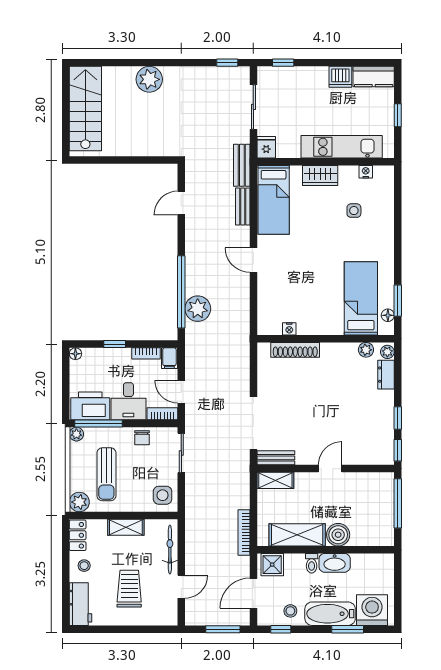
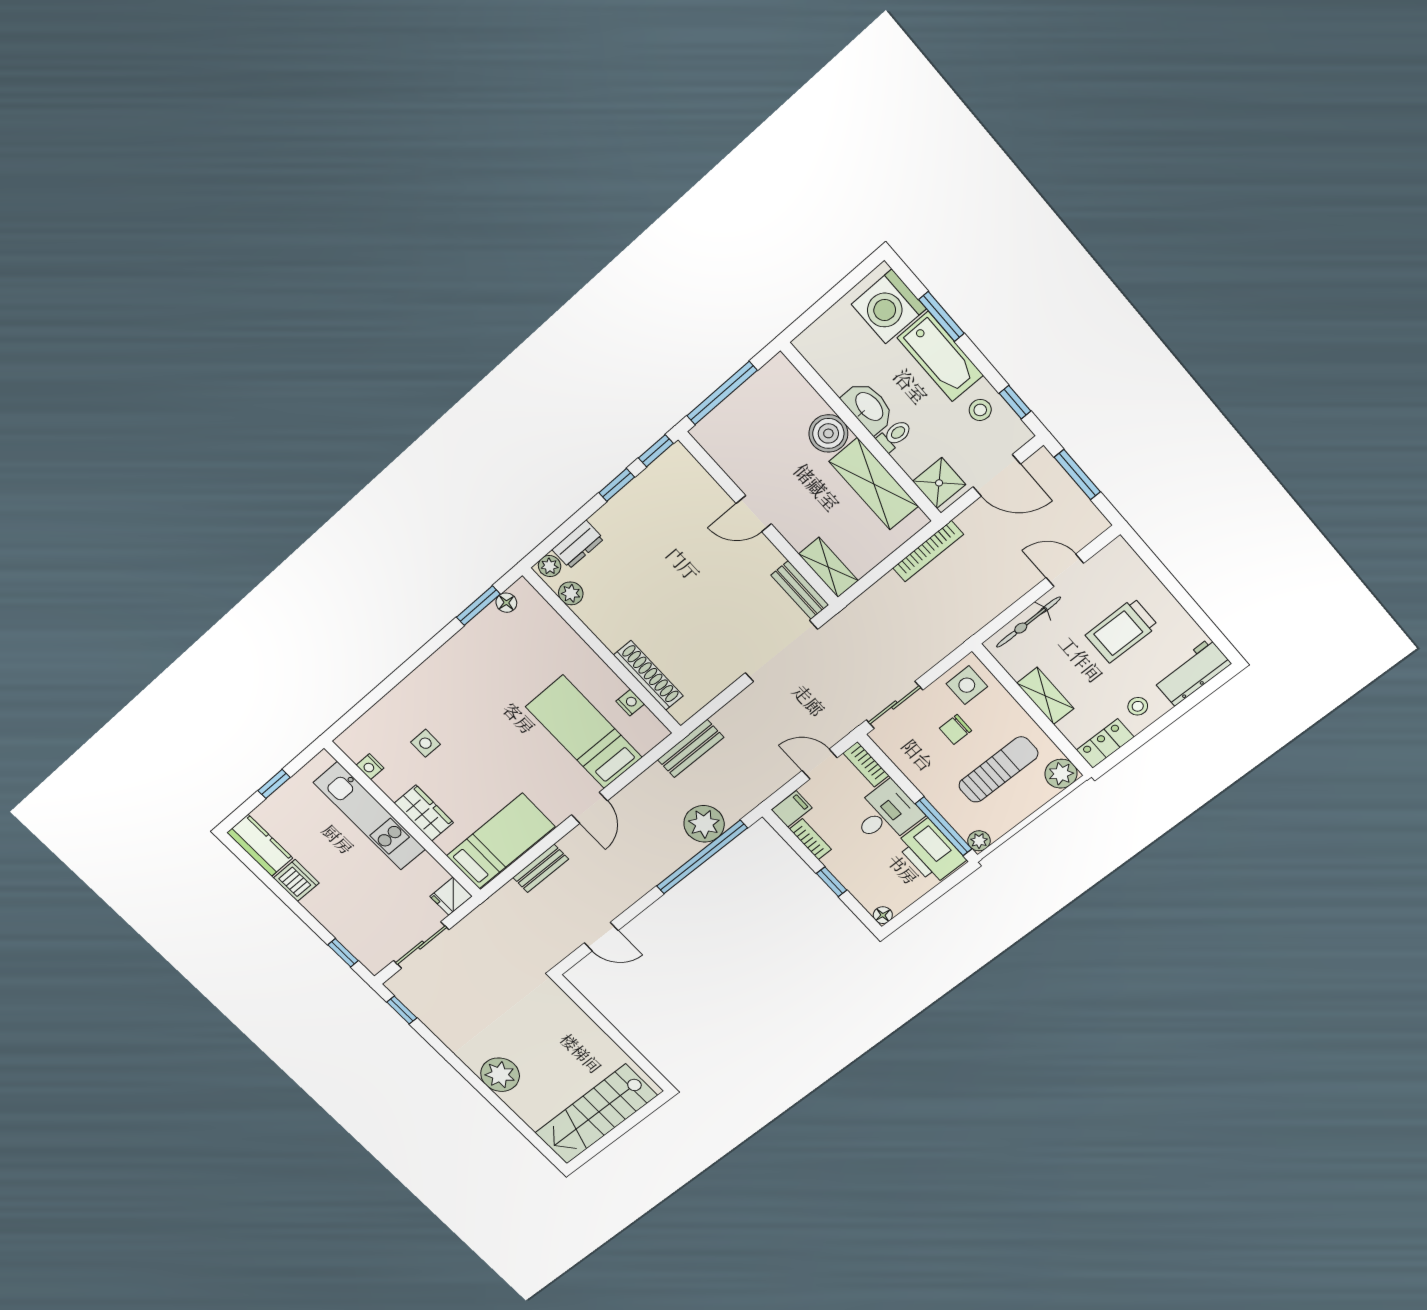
bench: (242, 165) -> (691, 749), moved
bed: (361, 298) -> (584, 732), moved, turned 90
door: (181, 392) -> (820, 764), swing flipped
chair: (142, 438) -> (956, 729), moved, turned 180

